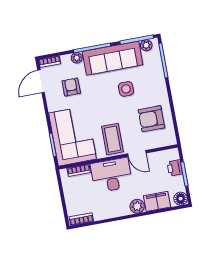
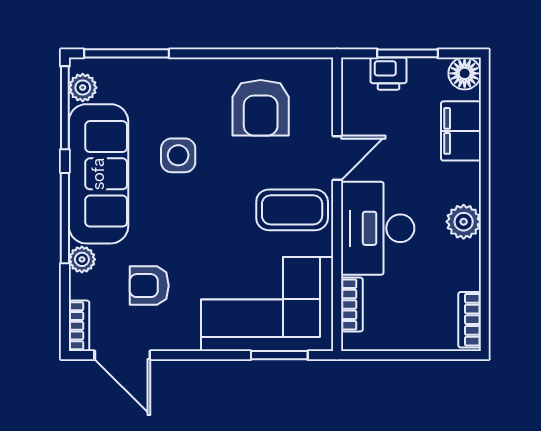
plant: (137, 206) -> (464, 222), moved

